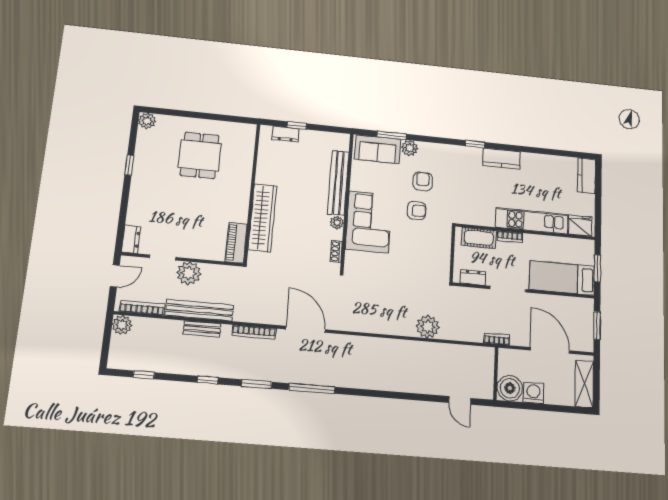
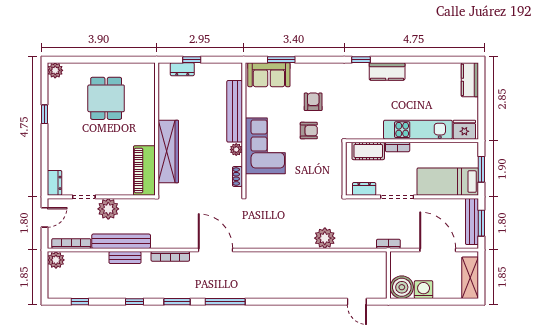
plant: (410, 148) -> (299, 70), removed
piano: (236, 243) -> (144, 170), width x1.37, depth x1.33
bench: (587, 323) -> (472, 221), added

